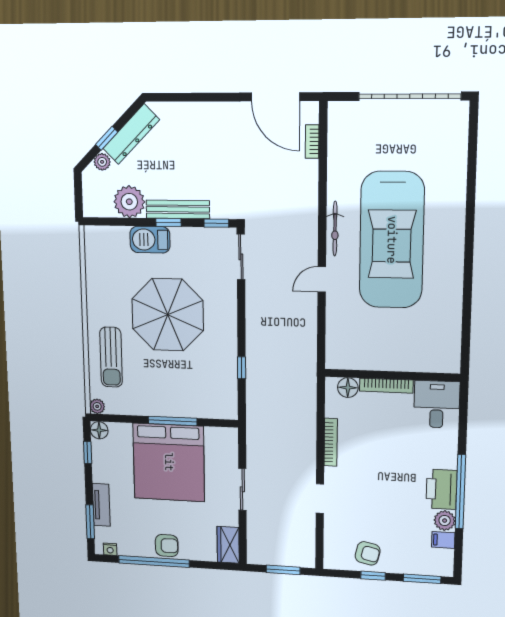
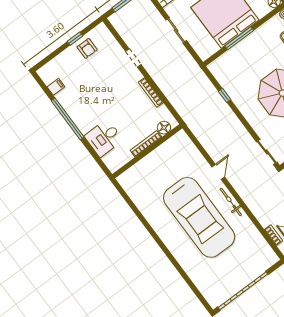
car: (392, 240) -> (199, 217), turned 180
desk: (437, 404) -> (104, 138), moved, turned 90
printer: (441, 489) -> (78, 113), removed
plant: (445, 521) -> (63, 98), removed
armchair: (368, 553) -> (87, 48), turned -103
window: (422, 579) -> (50, 57), removed

